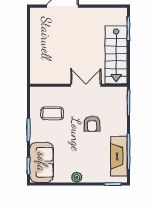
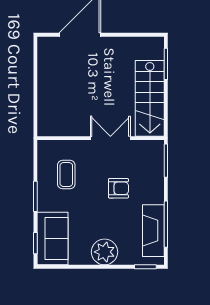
coffee table: (52, 113) -> (66, 175), turned 90
armchair: (92, 124) -> (118, 188), turned -90
plant: (77, 177) -> (105, 252), width x1.87, depth x1.87

